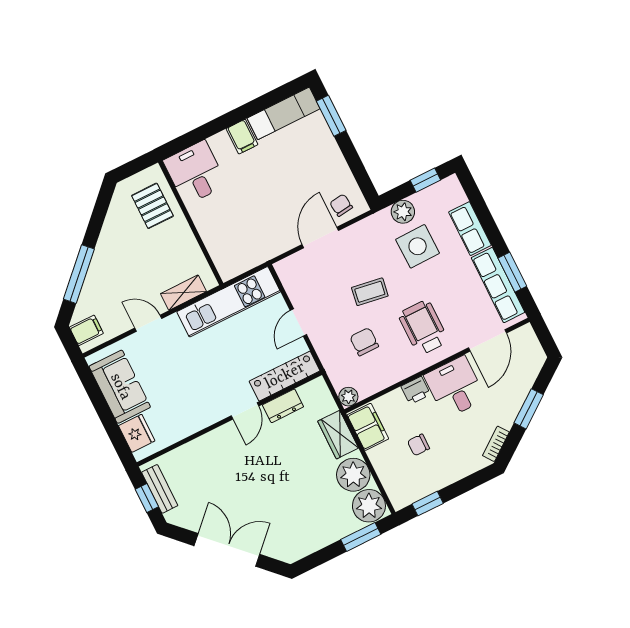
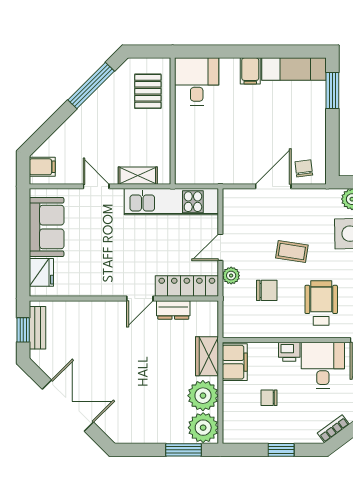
window: (79, 274) -> (91, 85), moved
chair: (364, 342) -> (267, 290), turned 90
plant: (348, 397) -> (231, 276), moved
window: (428, 504) -> (281, 450), moved

